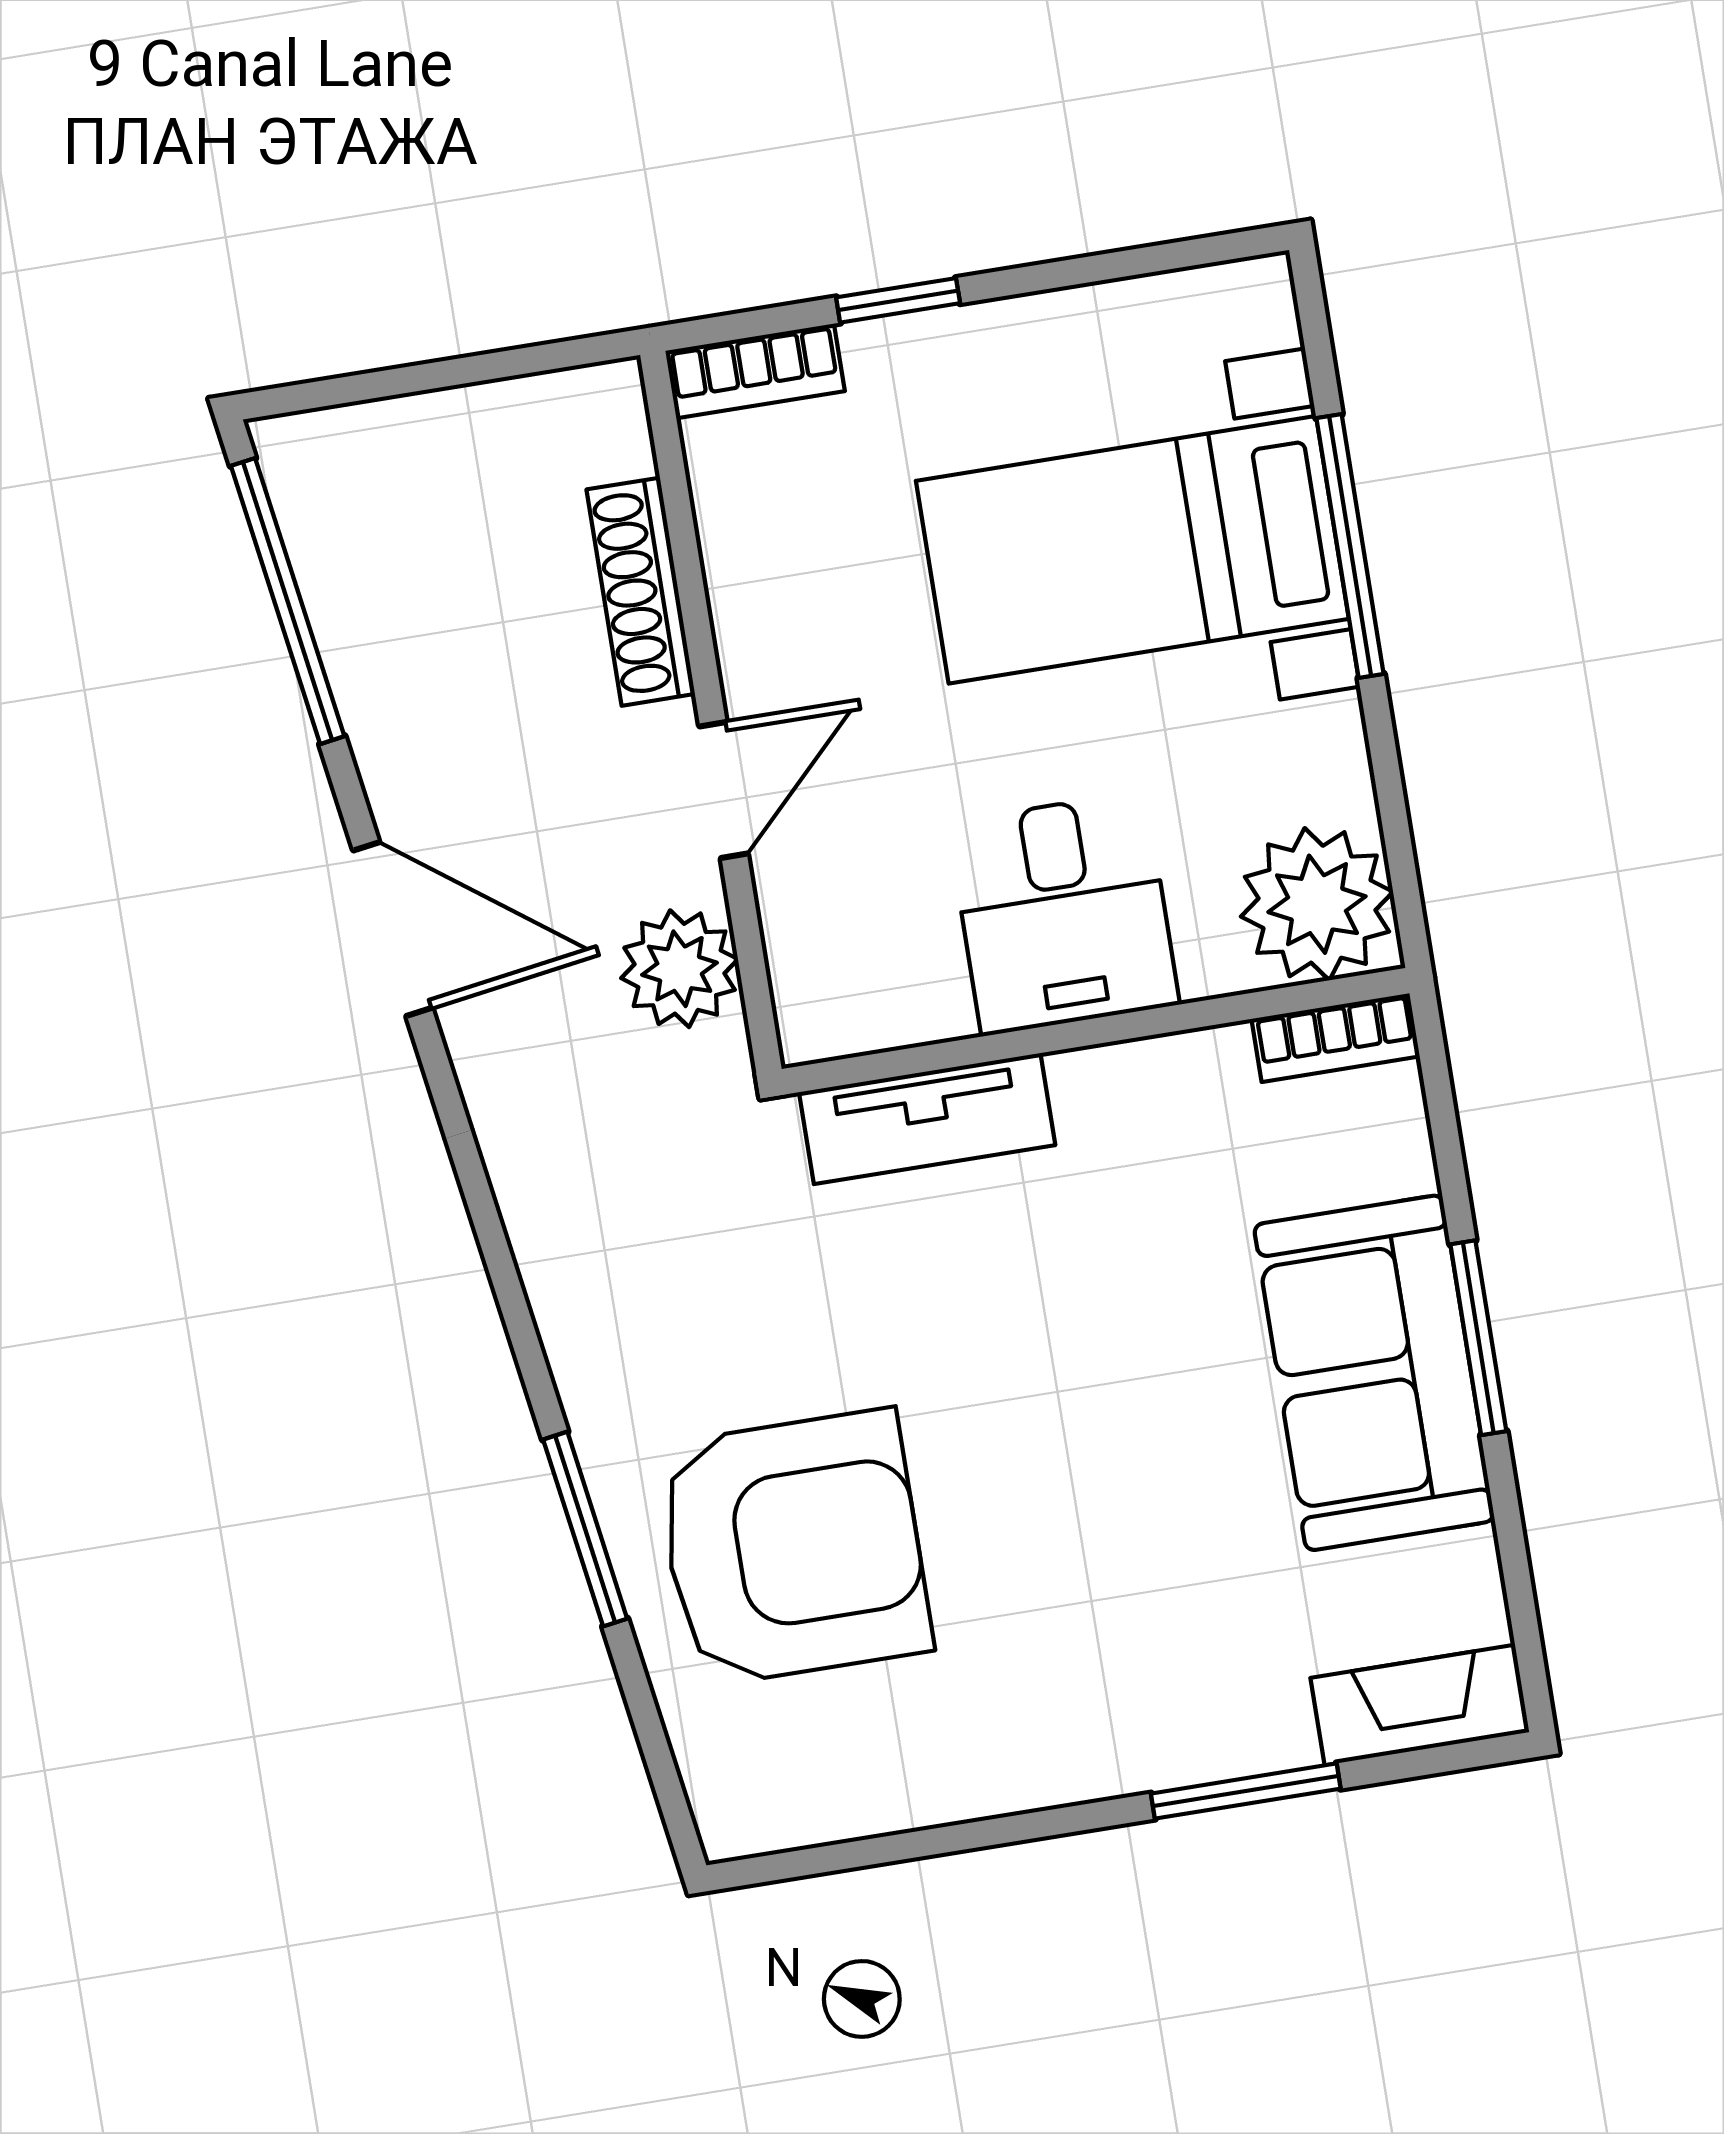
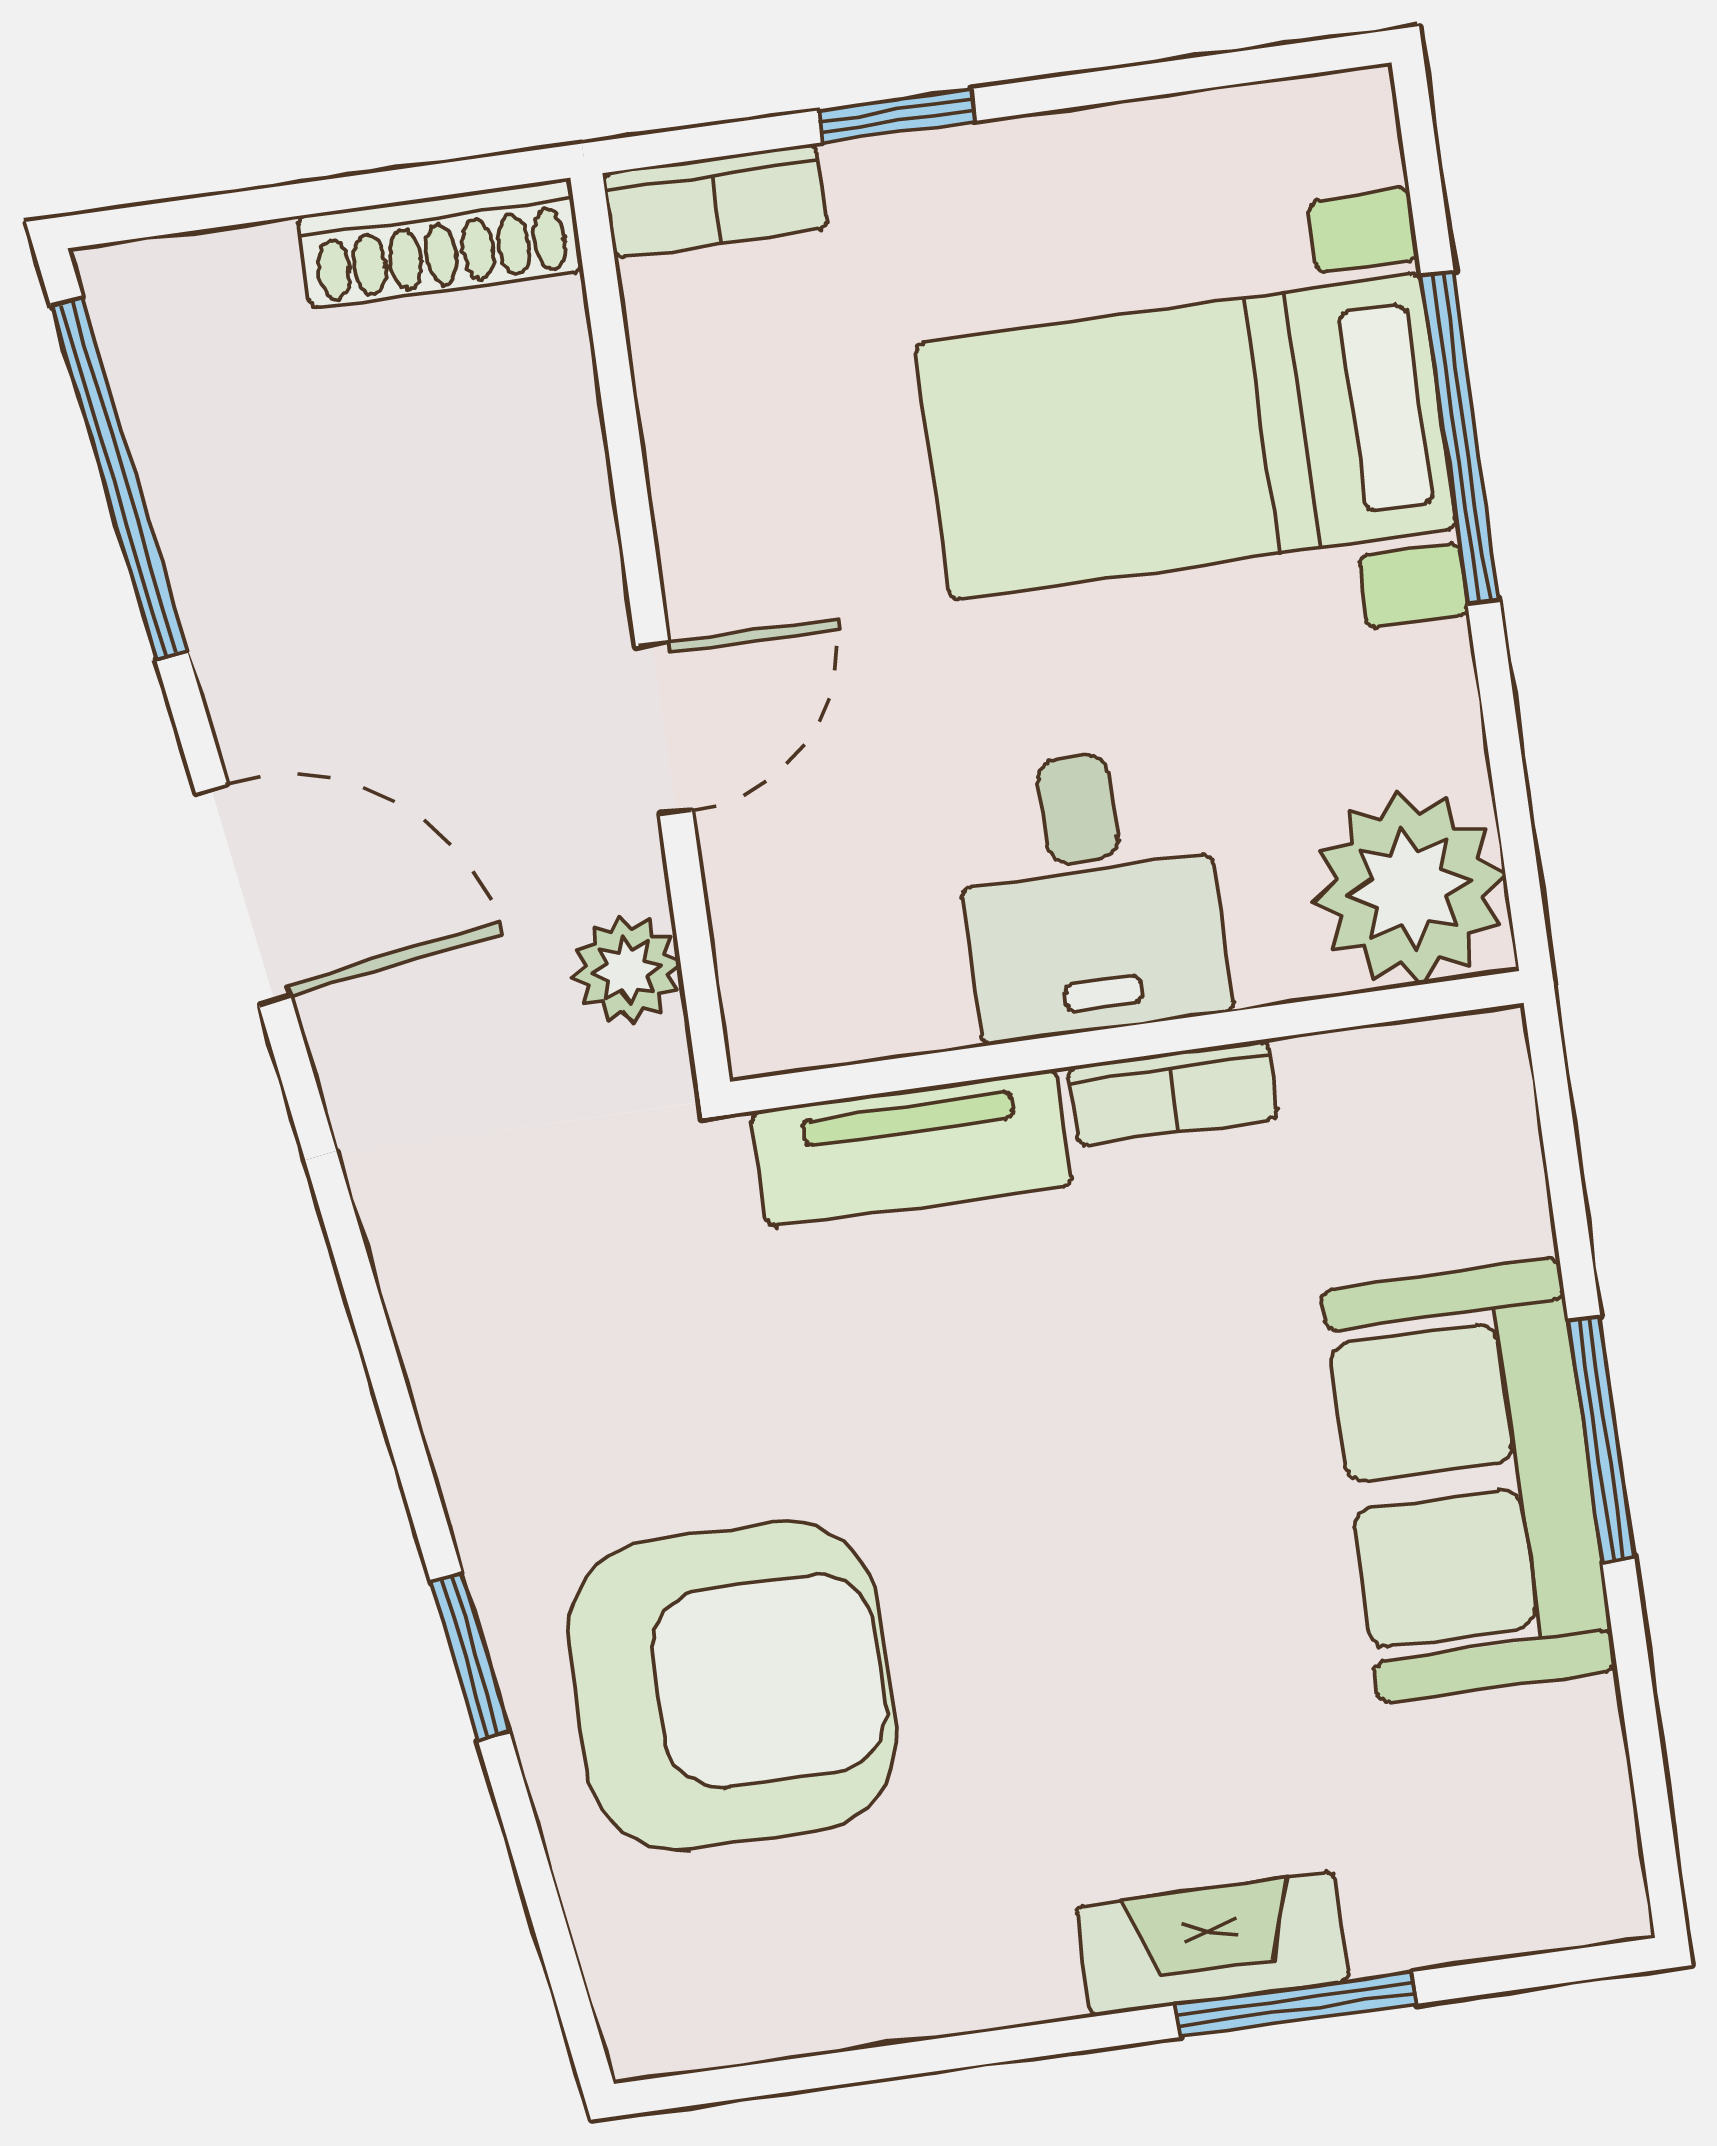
shoe rack: (641, 592) -> (440, 243), moved, turned -90
plant: (680, 969) -> (627, 970), width x0.73, depth x0.73
bookcase: (1336, 1038) -> (1173, 1093), moved
window: (585, 1529) -> (470, 1657), width x0.67
fireplace: (1420, 1705) -> (1212, 1944), moved

